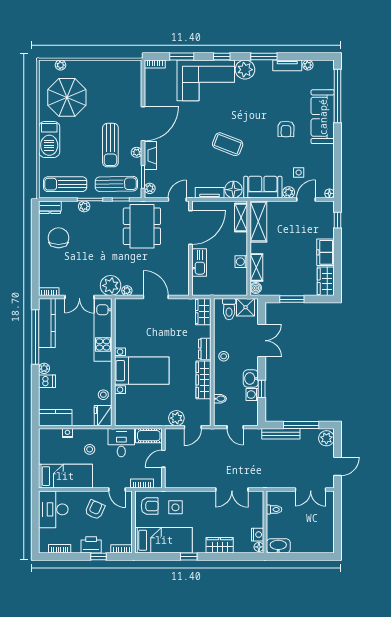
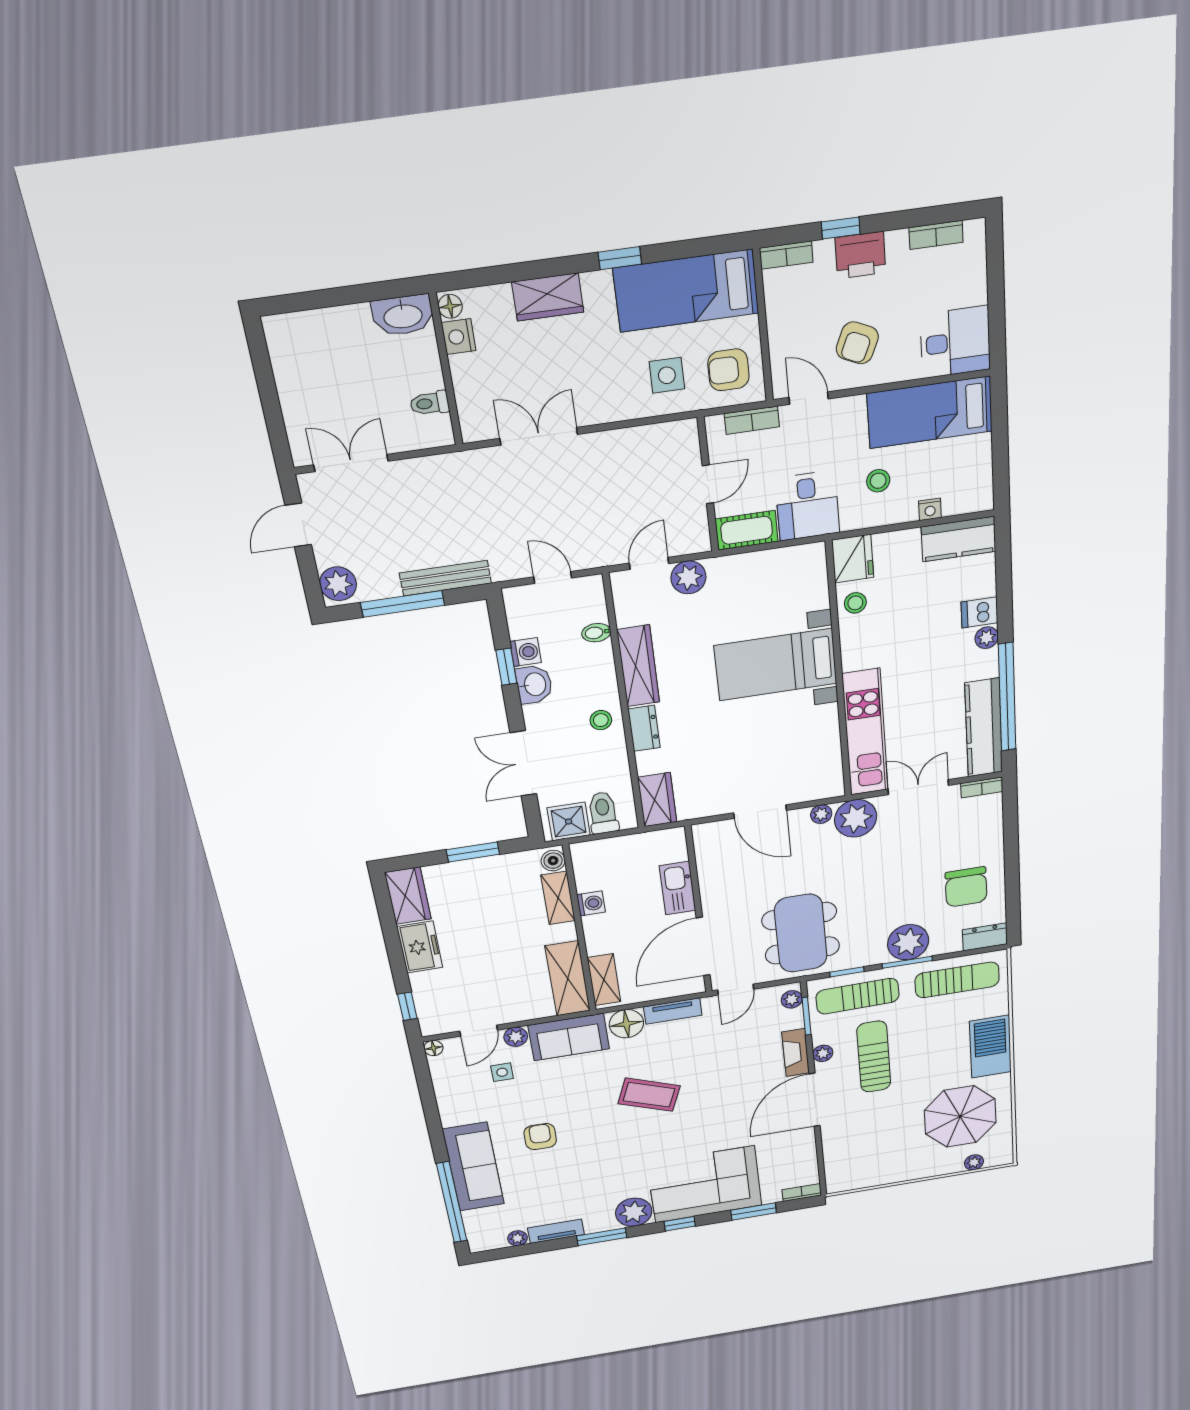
plant: (84, 206) -> (908, 942), width x1.88, depth x1.88
desk: (53, 509) -> (955, 342), width x0.73

